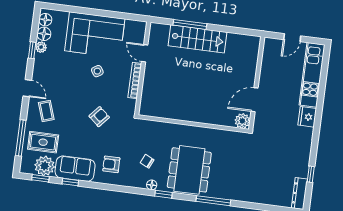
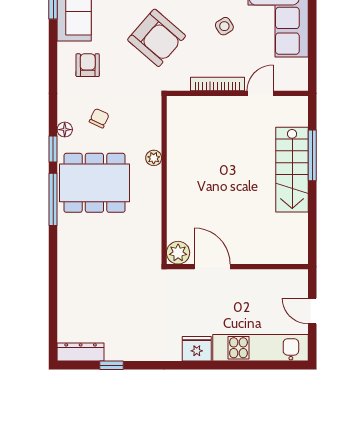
armchair: (99, 117) -> (157, 38), width x1.88, depth x1.88
plant: (178, 129) -> (154, 158), added
window: (213, 201) -> (53, 199), moved

